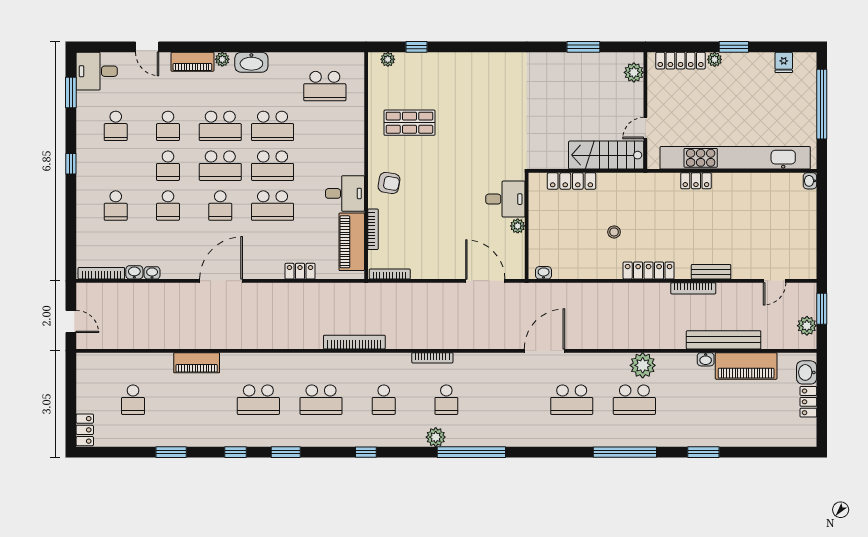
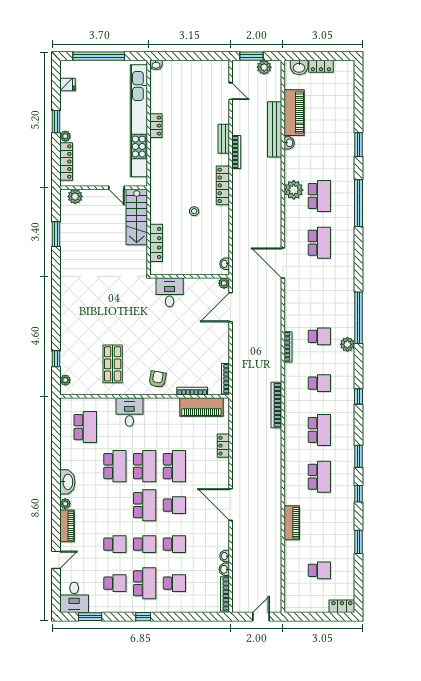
school desk: (220, 126) -> (145, 583), moved
locker: (696, 181) -> (156, 126), moved
desk: (345, 193) -> (129, 412), moved
plant: (518, 226) -> (224, 283), moved

